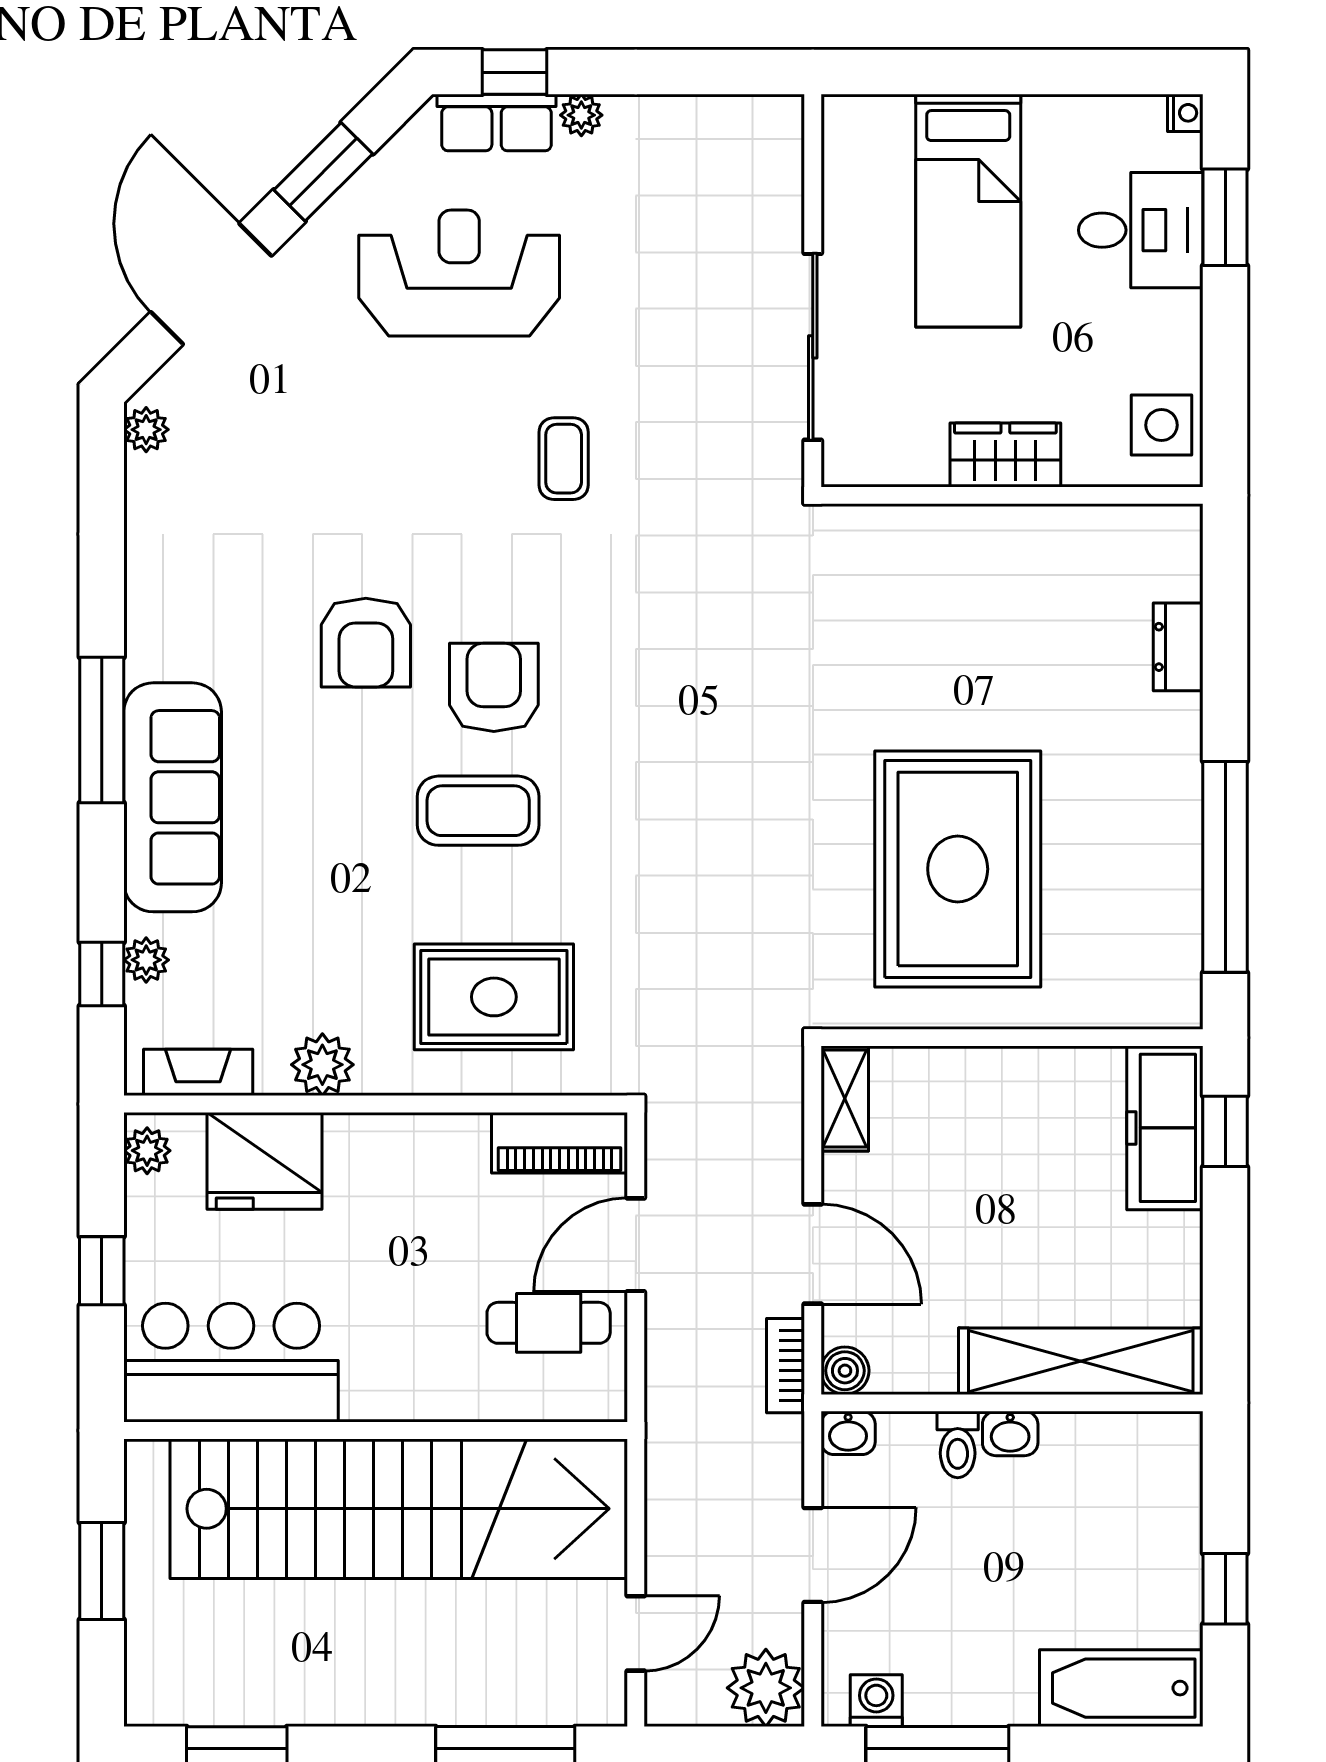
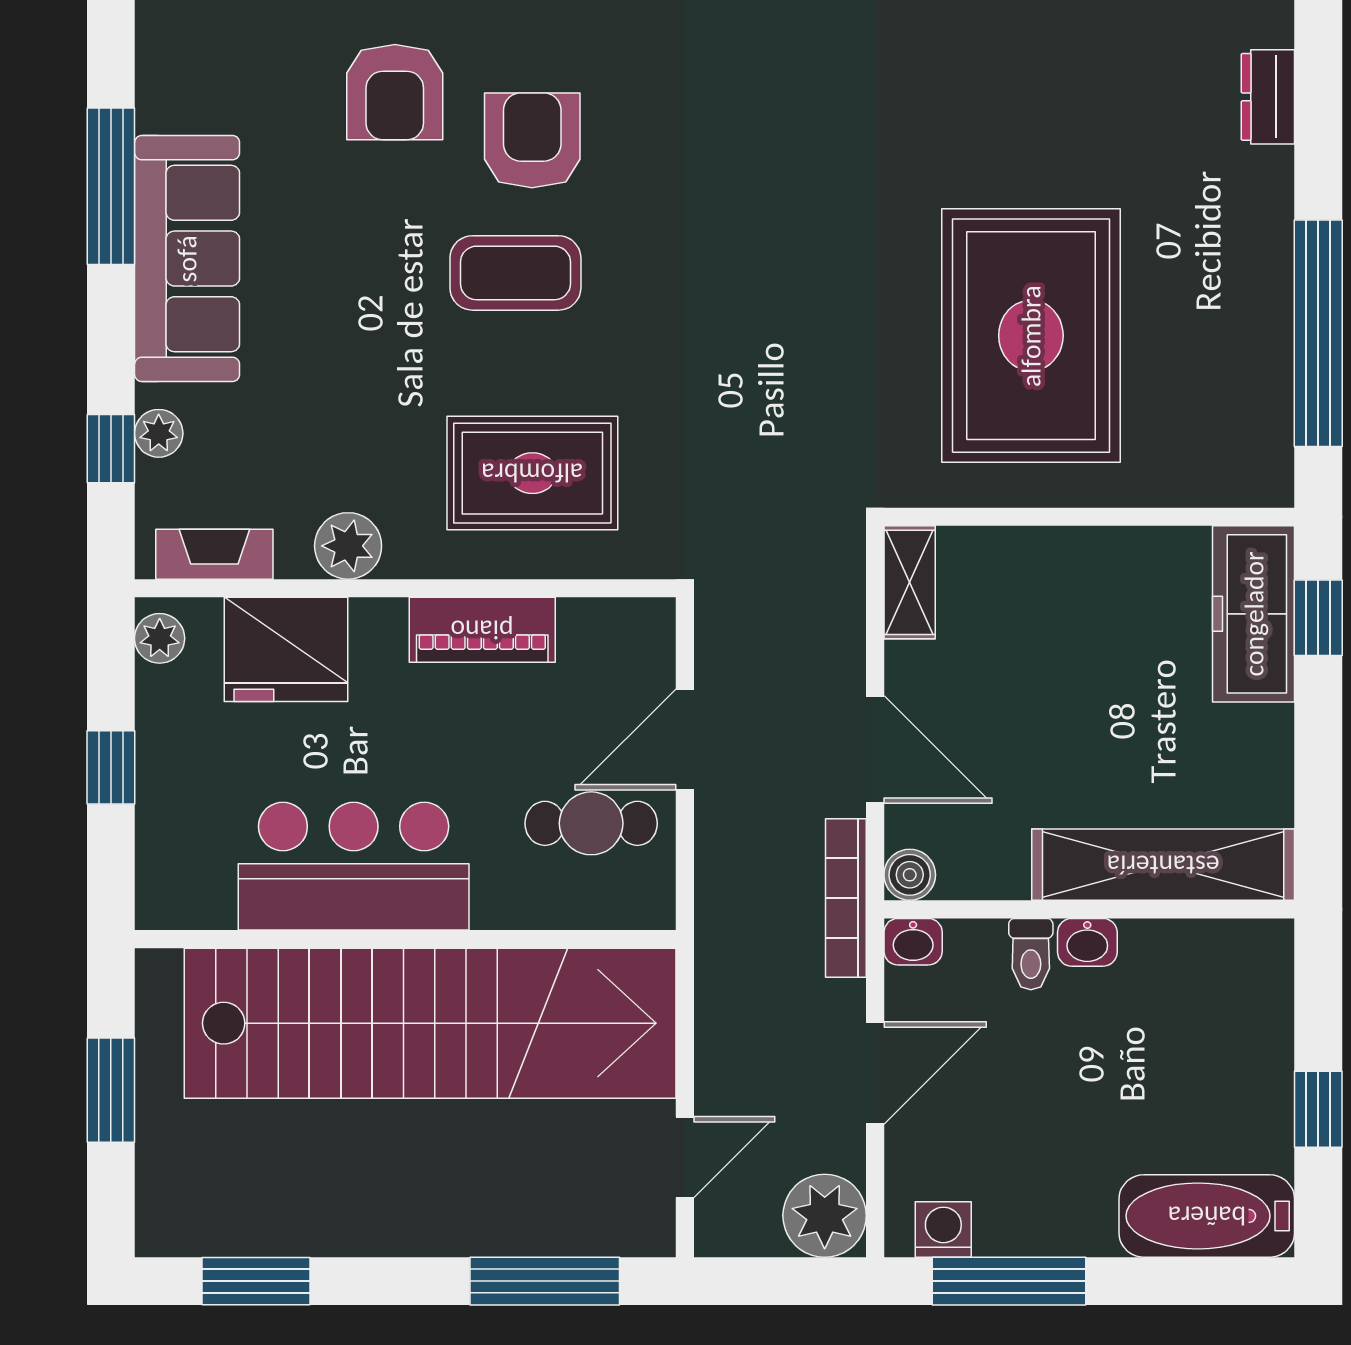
piano: (560, 1143) -> (482, 630), moved
bar counter: (231, 1363) -> (354, 866), moved
bookcase: (786, 1366) -> (846, 898), width x1.56

